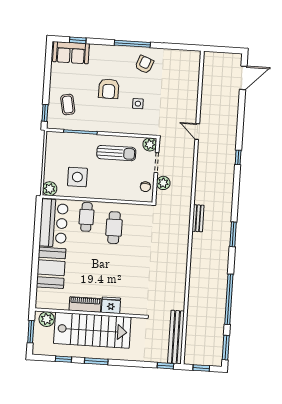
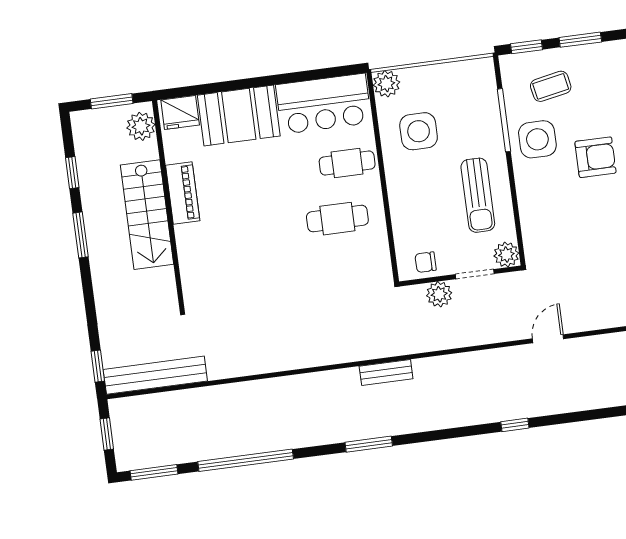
window: (47, 85) -> (580, 40), added
armchair: (109, 89) -> (595, 157), turned 180
side table: (138, 104) -> (537, 139), moved, width x1.87, depth x1.87
fridge: (111, 305) -> (180, 112), moved, turned 90
stairs: (92, 330) -> (147, 215), width x0.73, depth x0.66

